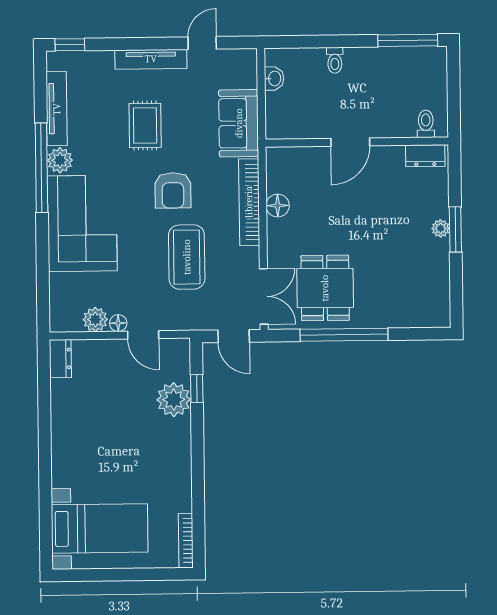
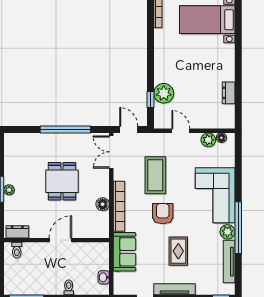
dining table: (325, 288) -> (62, 181), moved
floor lamp: (118, 323) -> (221, 138), moved
dresser: (60, 359) -> (229, 93), moved

